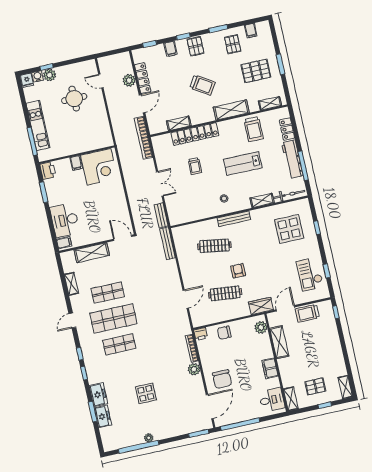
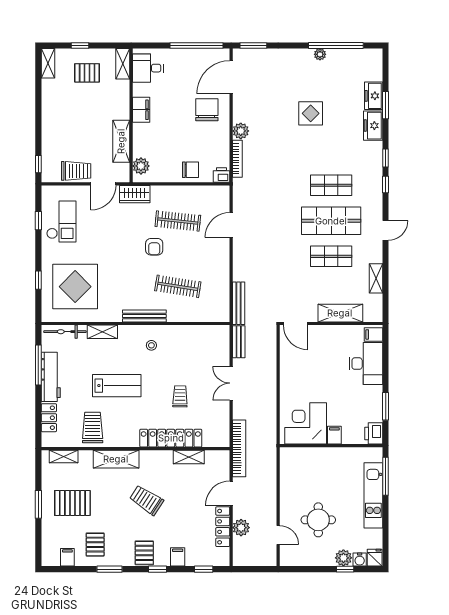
display table: (289, 229) -> (75, 287), width x1.36, depth x1.36

